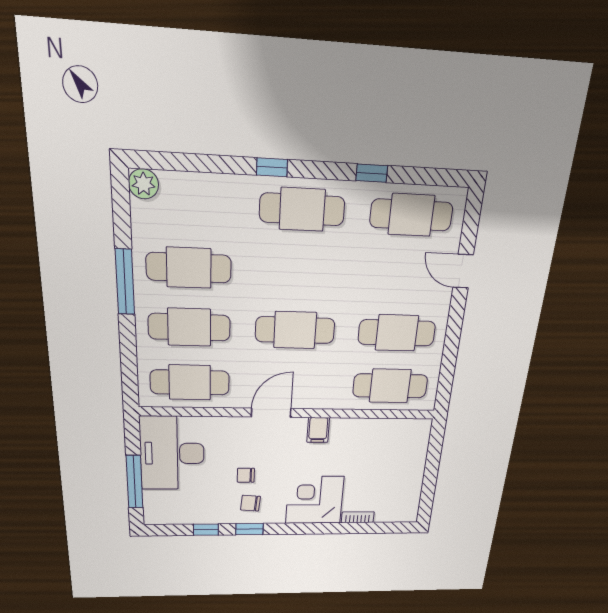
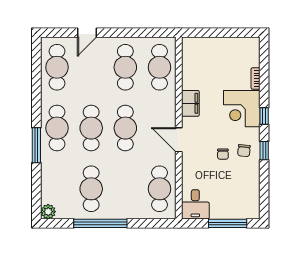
window: (272, 167) -> (36, 145), width x2.17
window: (372, 173) -> (36, 92), removed
window: (125, 282) -> (100, 223), width x1.46
cafe table: (189, 327) -> (91, 128), moved
filing cabinet: (318, 430) -> (190, 103), width x2.00
desk: (172, 453) -> (195, 204), width x0.53, depth x0.77
window: (206, 530) -> (264, 116), moved

